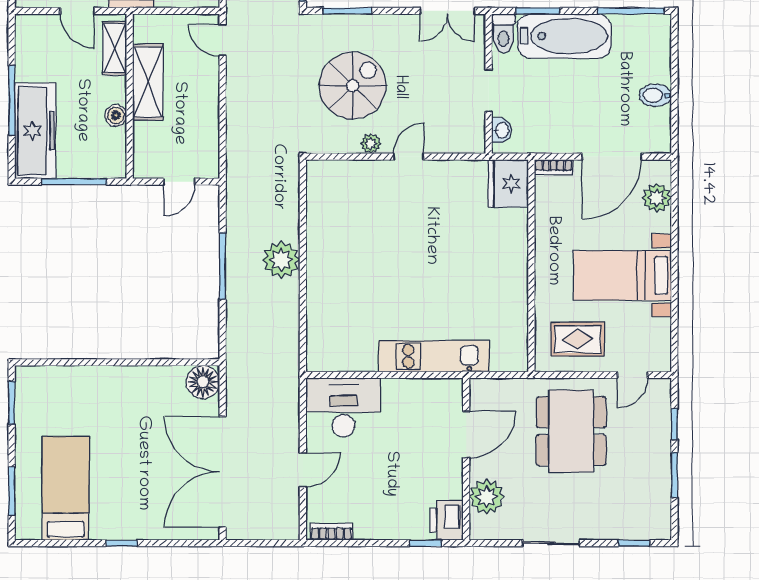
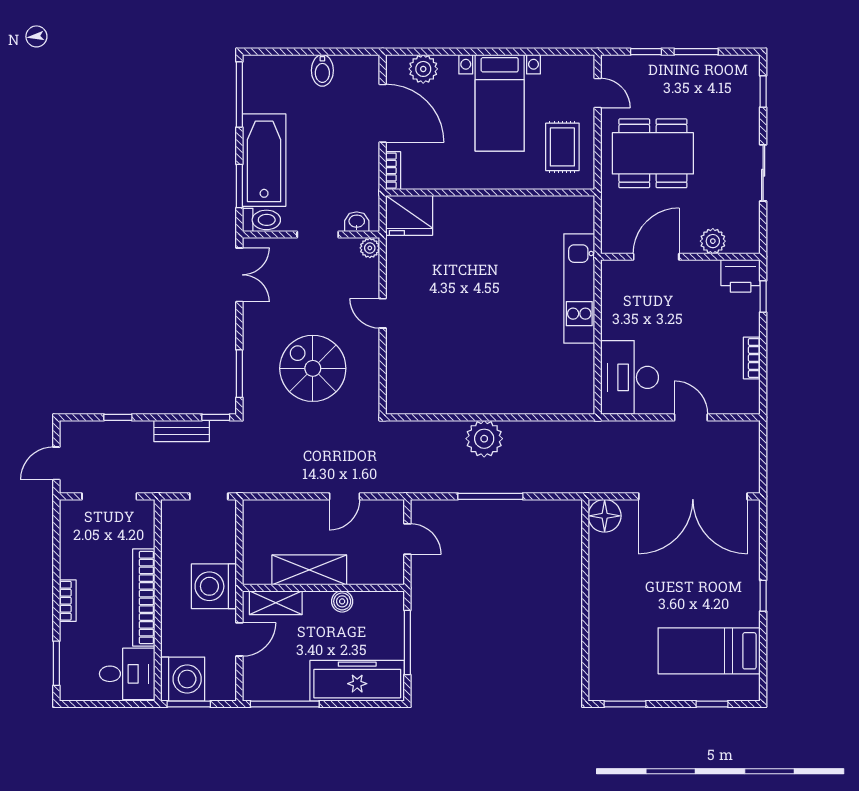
door: (223, 40) -> (344, 496), moved
window: (12, 100) -> (285, 704), moved
plant: (371, 144) -> (370, 248), moved
door: (466, 434) -> (656, 257), hinge flipped
window: (12, 491) -> (712, 704), width x0.67
plant: (487, 497) -> (713, 241), width x0.73, depth x0.73
bookcase: (331, 532) -> (752, 358), moved

